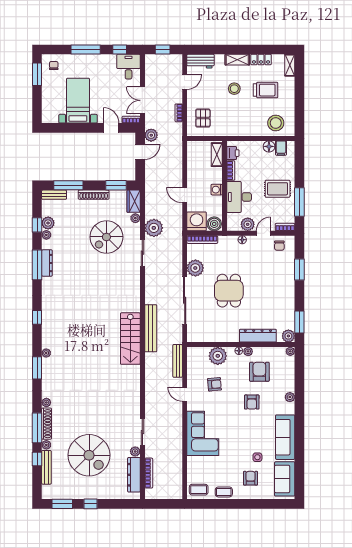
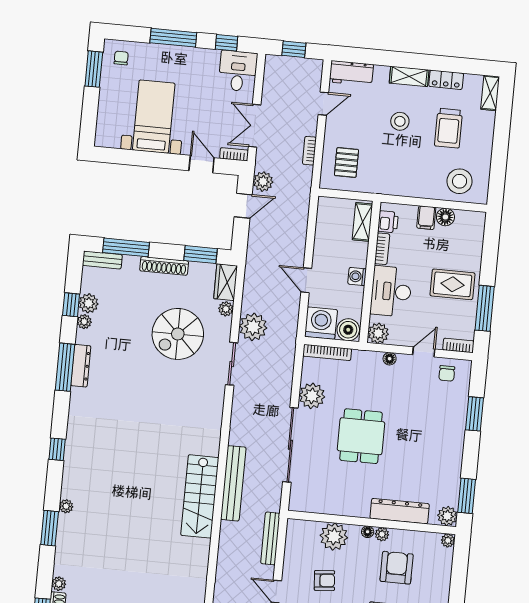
trolley: (266, 90) -> (449, 128), turned 90
filing cabinet: (281, 148) -> (426, 218), moved
plant: (248, 224) -> (378, 333), moved

